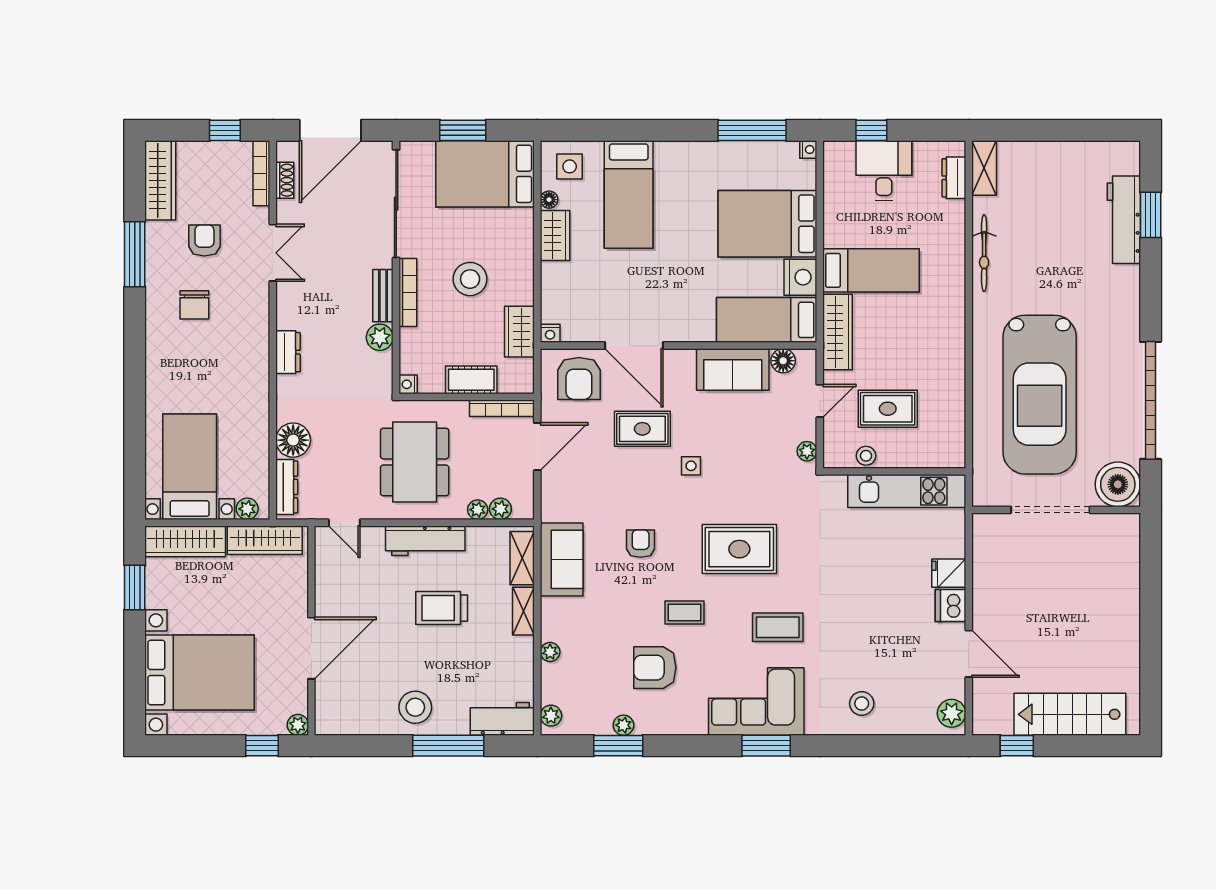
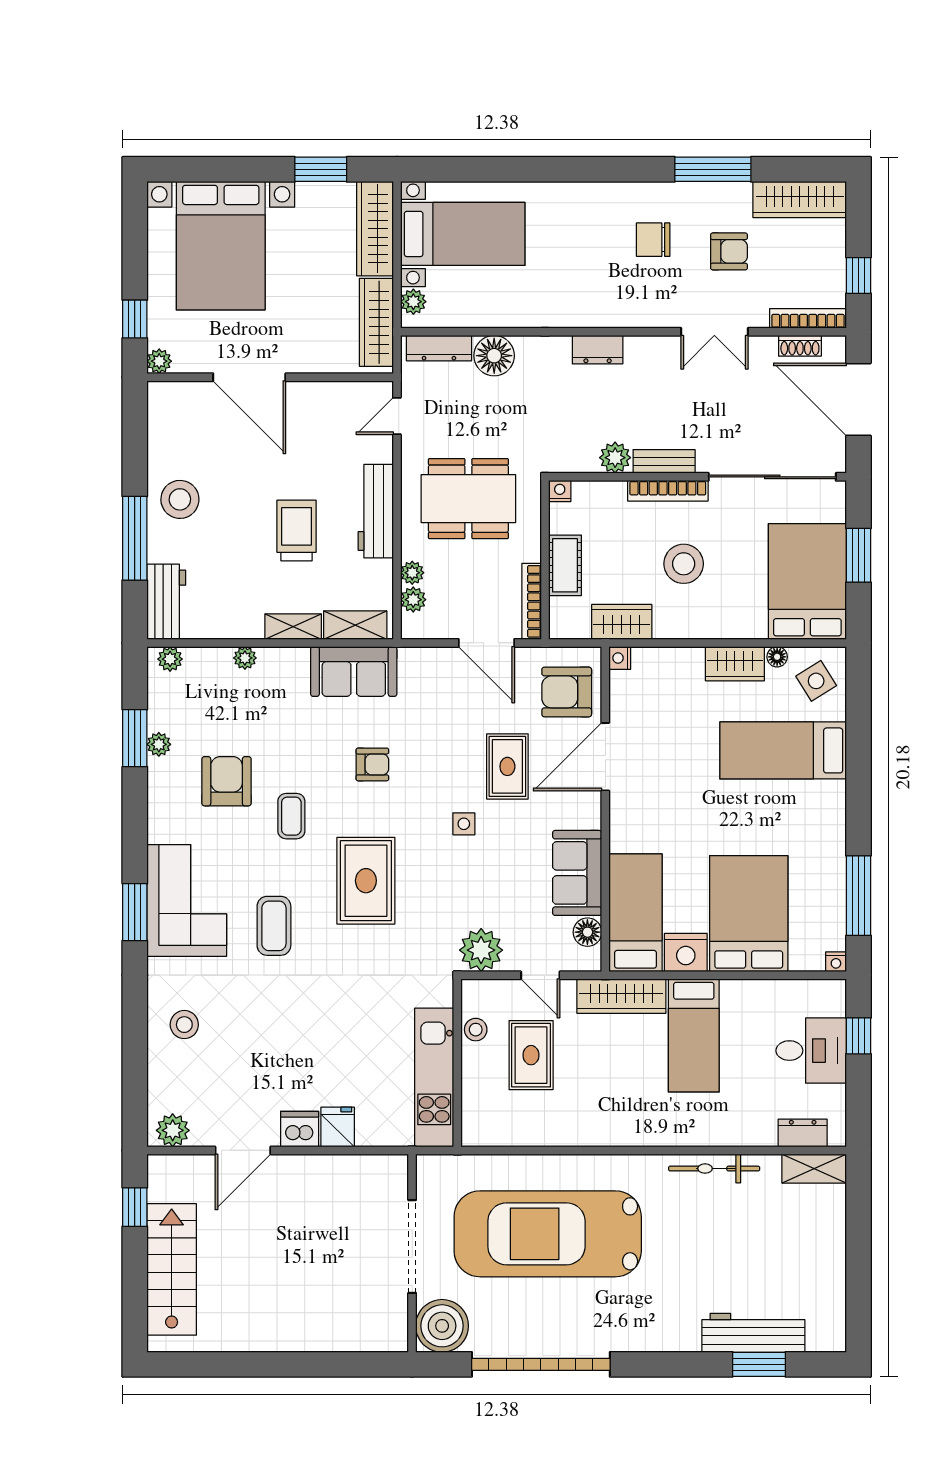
side table: (570, 166) -> (816, 681), turned -32
plant: (807, 451) -> (481, 950), width x1.88, depth x1.88

